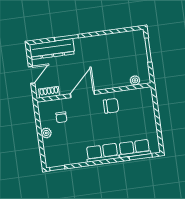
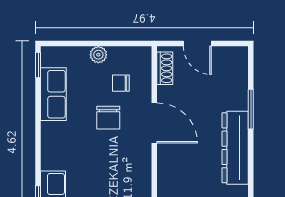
dresser: (52, 49) -> (235, 148), moved
chair: (111, 106) -> (108, 118), moved
row of seats: (102, 153) -> (53, 94), moved

